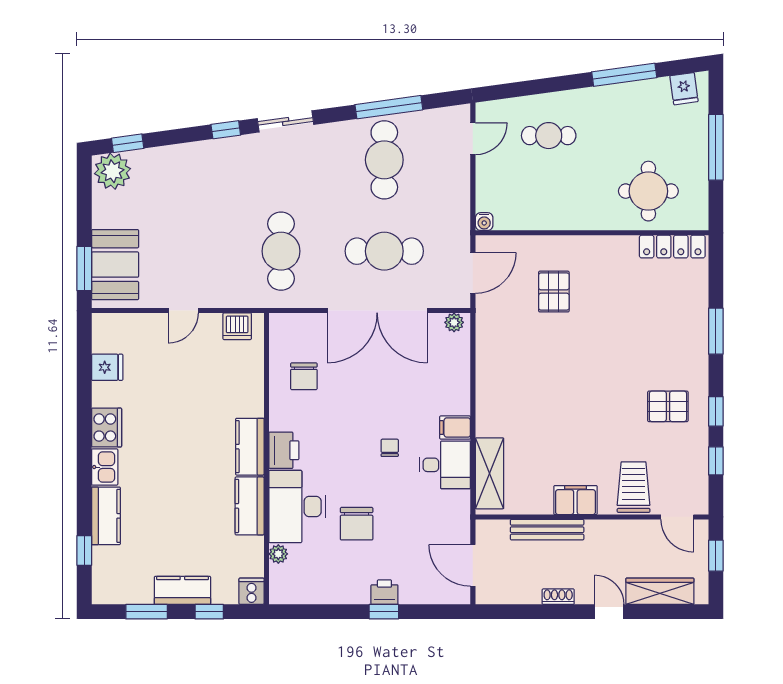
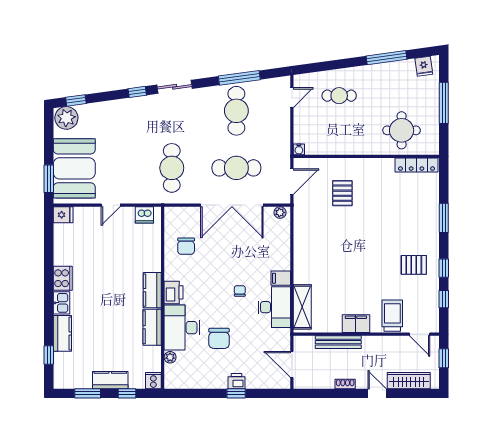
booth: (115, 265) -> (74, 168), width x1.36, depth x1.42
fridge: (107, 367) -> (63, 215), moved
desk: (445, 465) -> (274, 307), width x1.37

